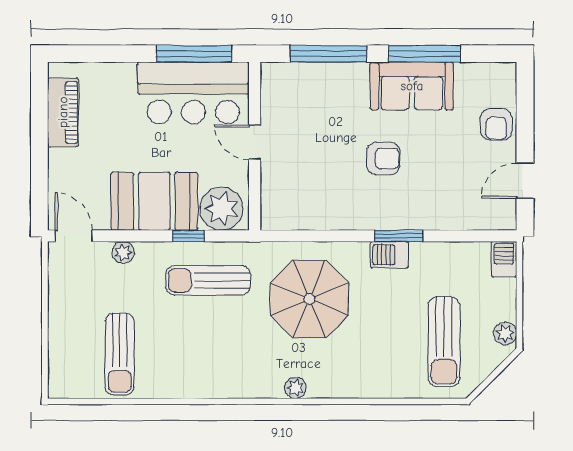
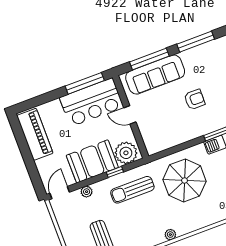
sofa: (412, 86) -> (155, 75), moved, width x1.36
piano: (63, 112) -> (35, 134), width x1.37, depth x1.33
door: (74, 236) -> (60, 193), hinge flipped
plant: (296, 388) -> (170, 235), moved

